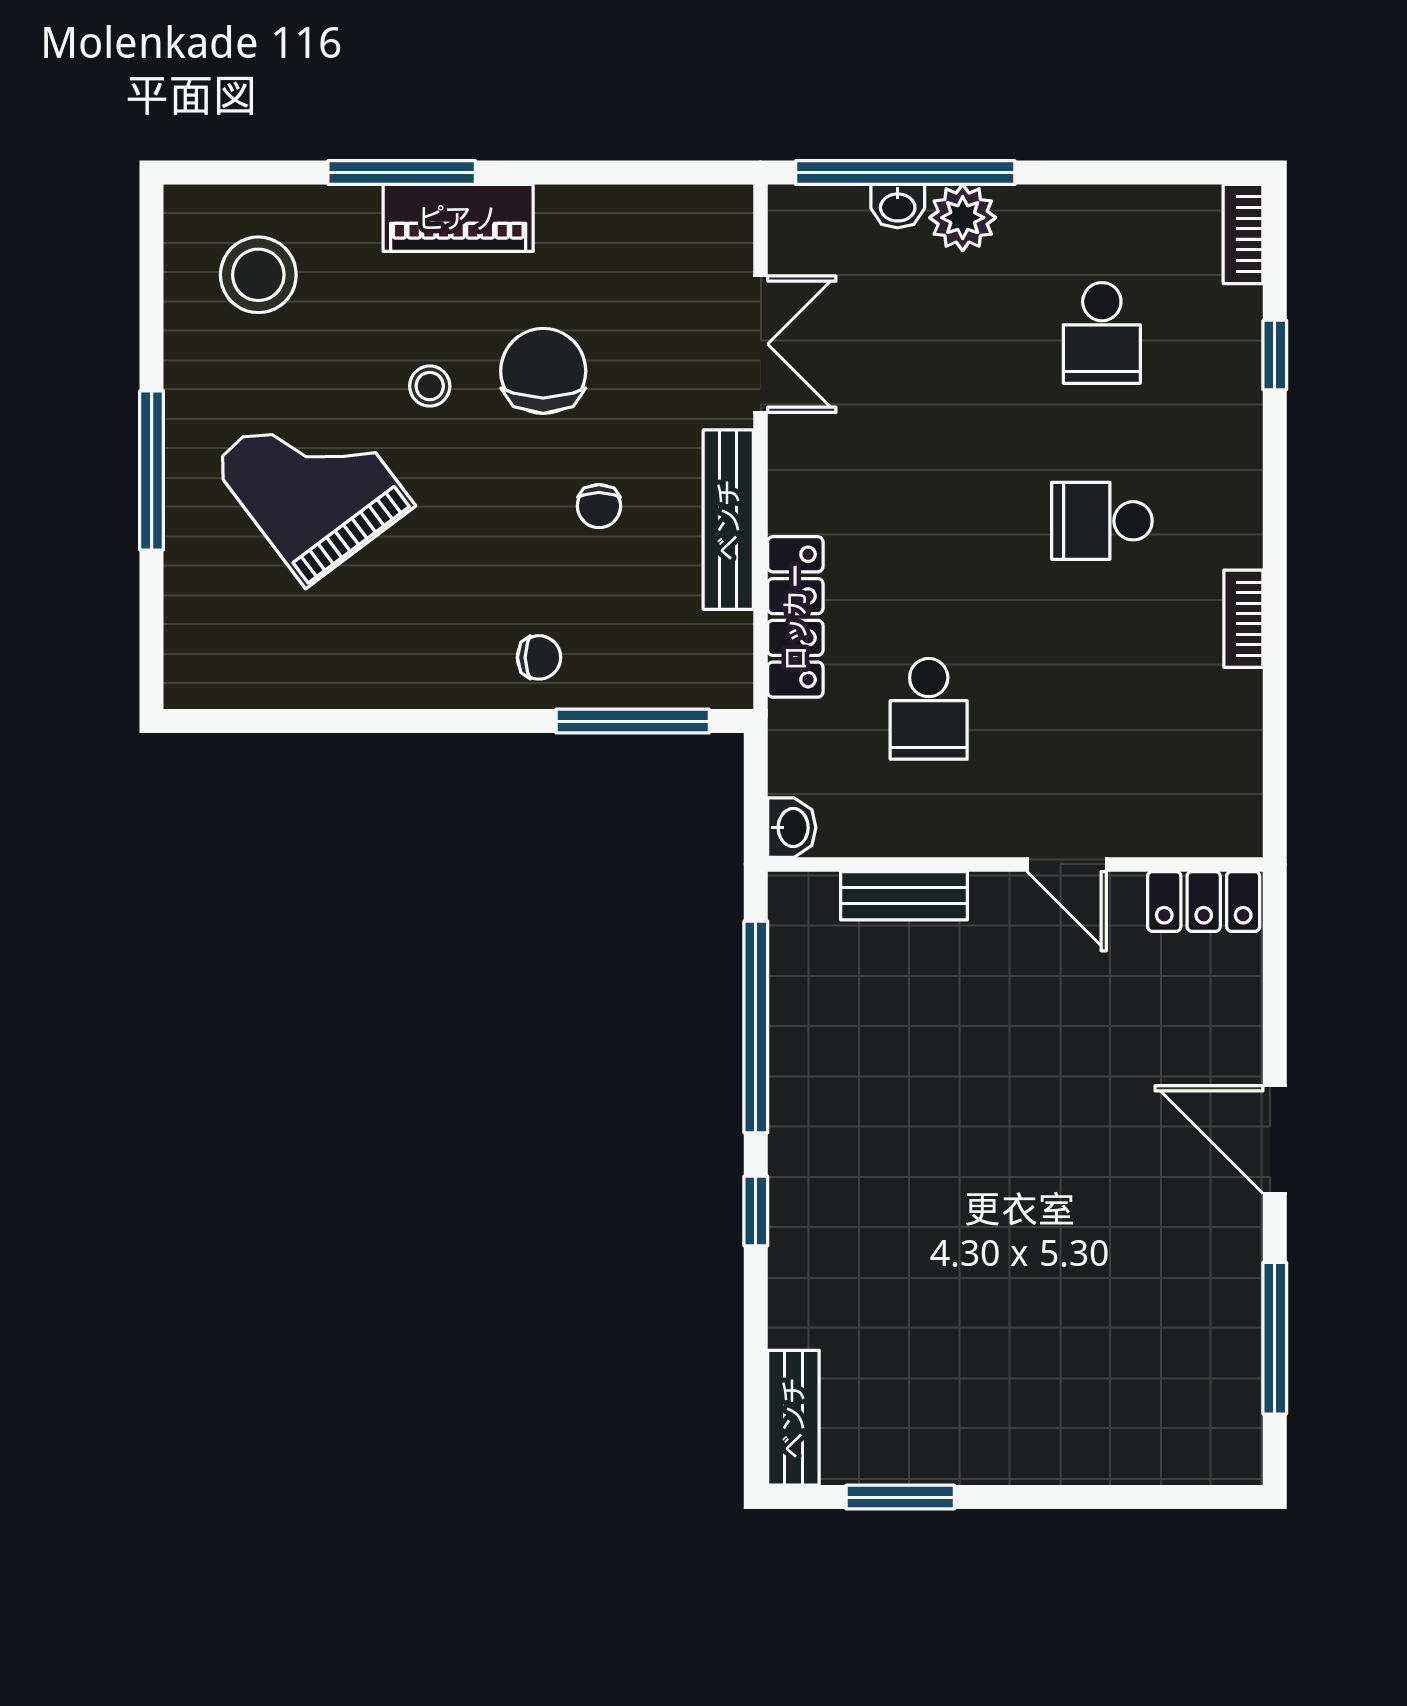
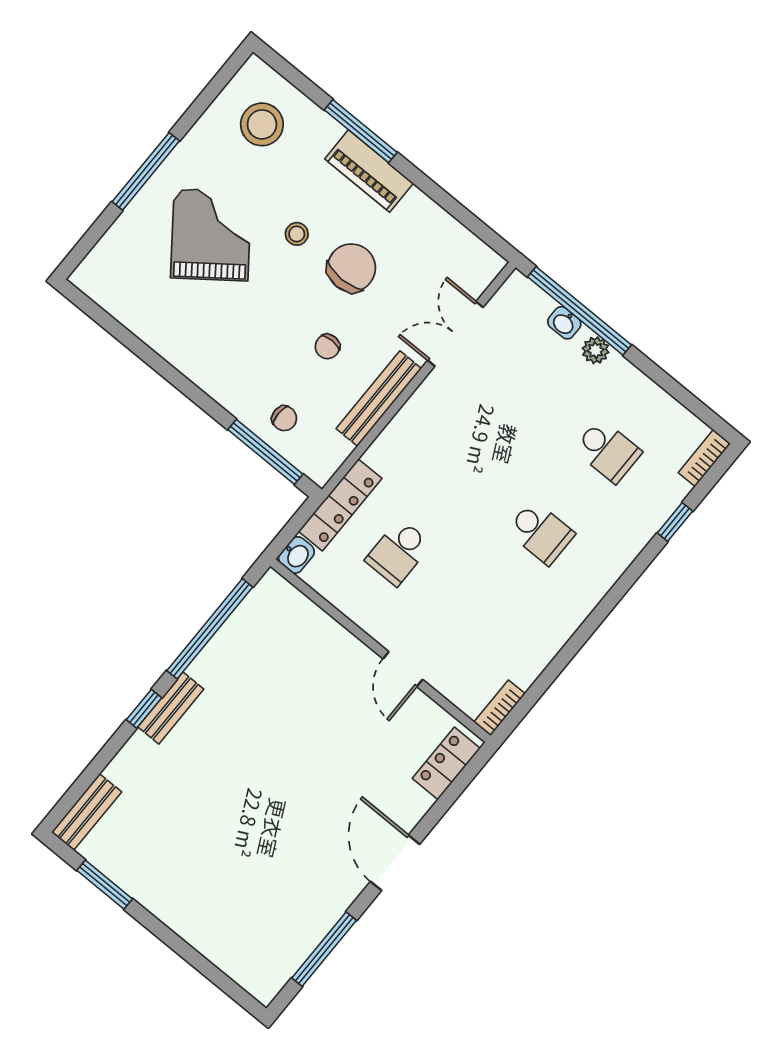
plant: (963, 218) -> (596, 350), width x0.73, depth x0.73
school desk: (1102, 333) -> (608, 451), turned -90
double door: (761, 344) -> (455, 334), swing flipped
school desk: (1102, 521) -> (541, 532), turned 180
locker: (795, 617) -> (340, 505), moved
bookcase: (1243, 619) -> (499, 708), moved
chair: (539, 657) -> (284, 418), moved
bench: (904, 896) -> (171, 708), moved, turned 90
locker: (1204, 901) -> (446, 763), moved, turned 90

